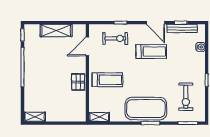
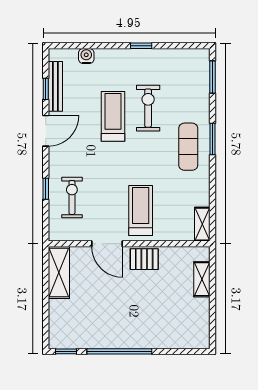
shelving: (56, 31) -> (59, 272), moved
door: (87, 46) -> (107, 244), moved
treadmill: (151, 52) -> (113, 116), moved
exercise bike: (186, 97) -> (148, 108), moved, turned -90
exercise mat: (146, 109) -> (188, 147), width x0.50, depth x0.69
shelving: (35, 117) -> (202, 279), moved

